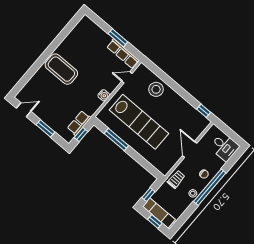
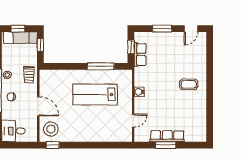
row of seats: (123, 54) -> (167, 136), moved
coffee table: (61, 69) -> (189, 84), width x0.54, depth x0.58
stool: (156, 89) -> (51, 129), moved
lab bench: (139, 122) -> (95, 94), width x0.73

